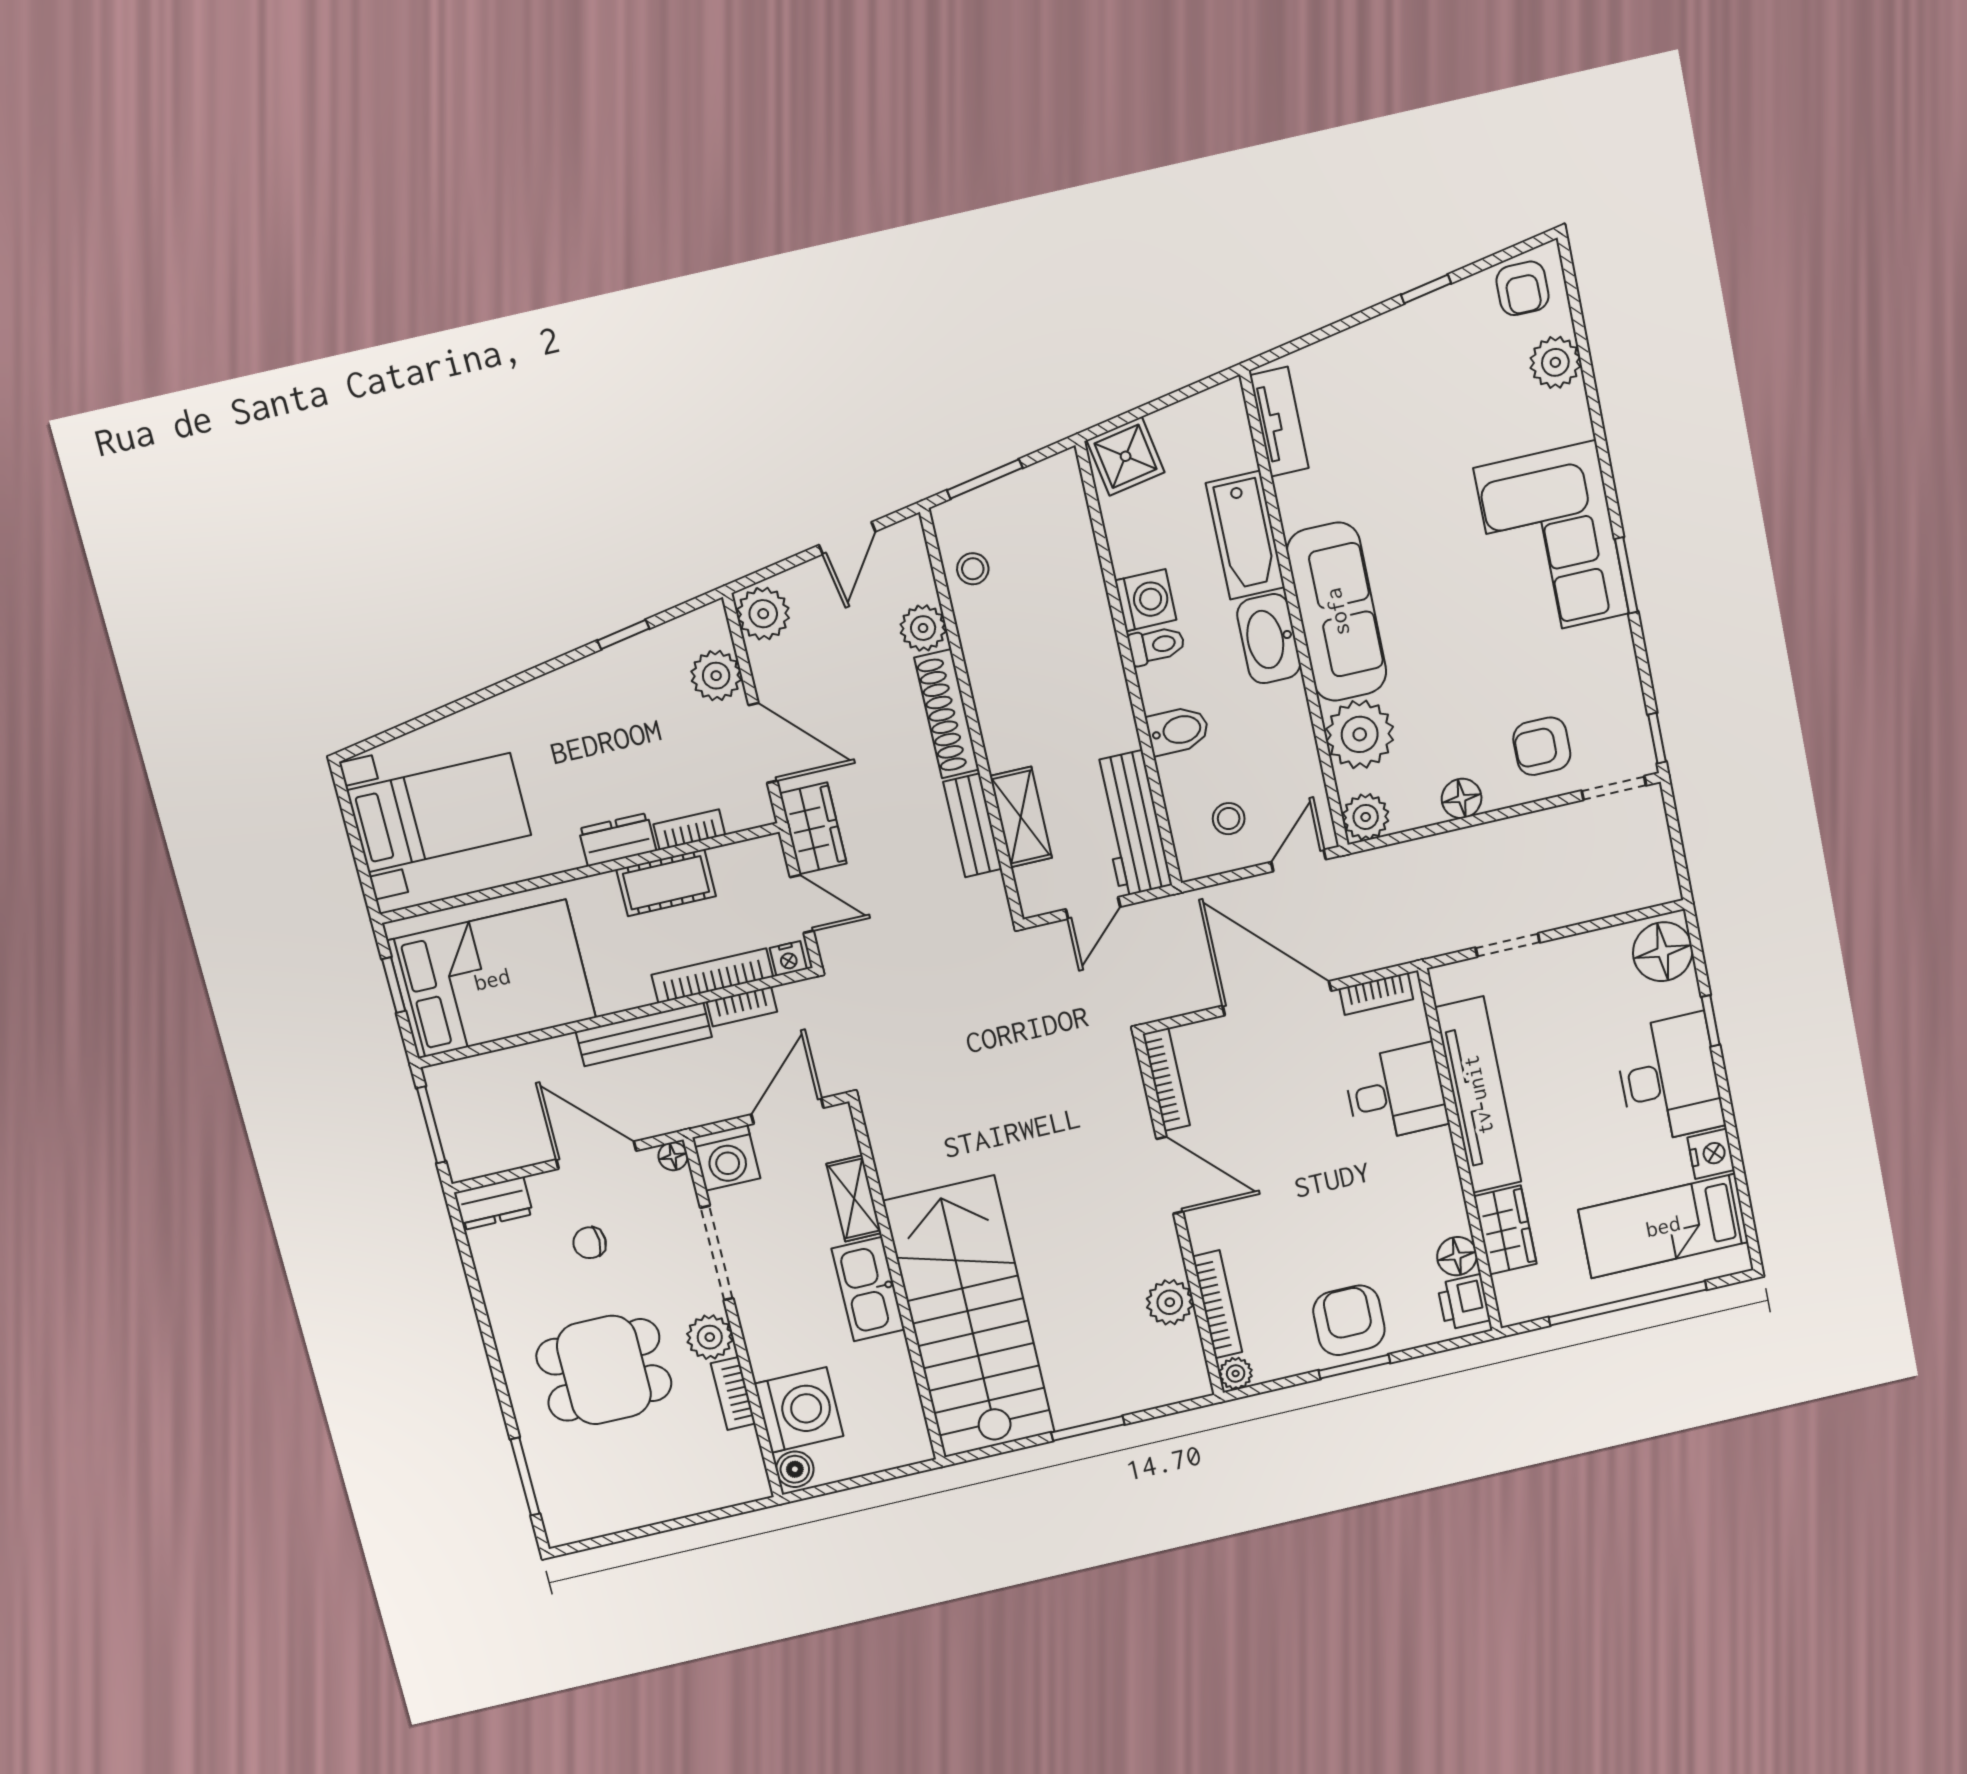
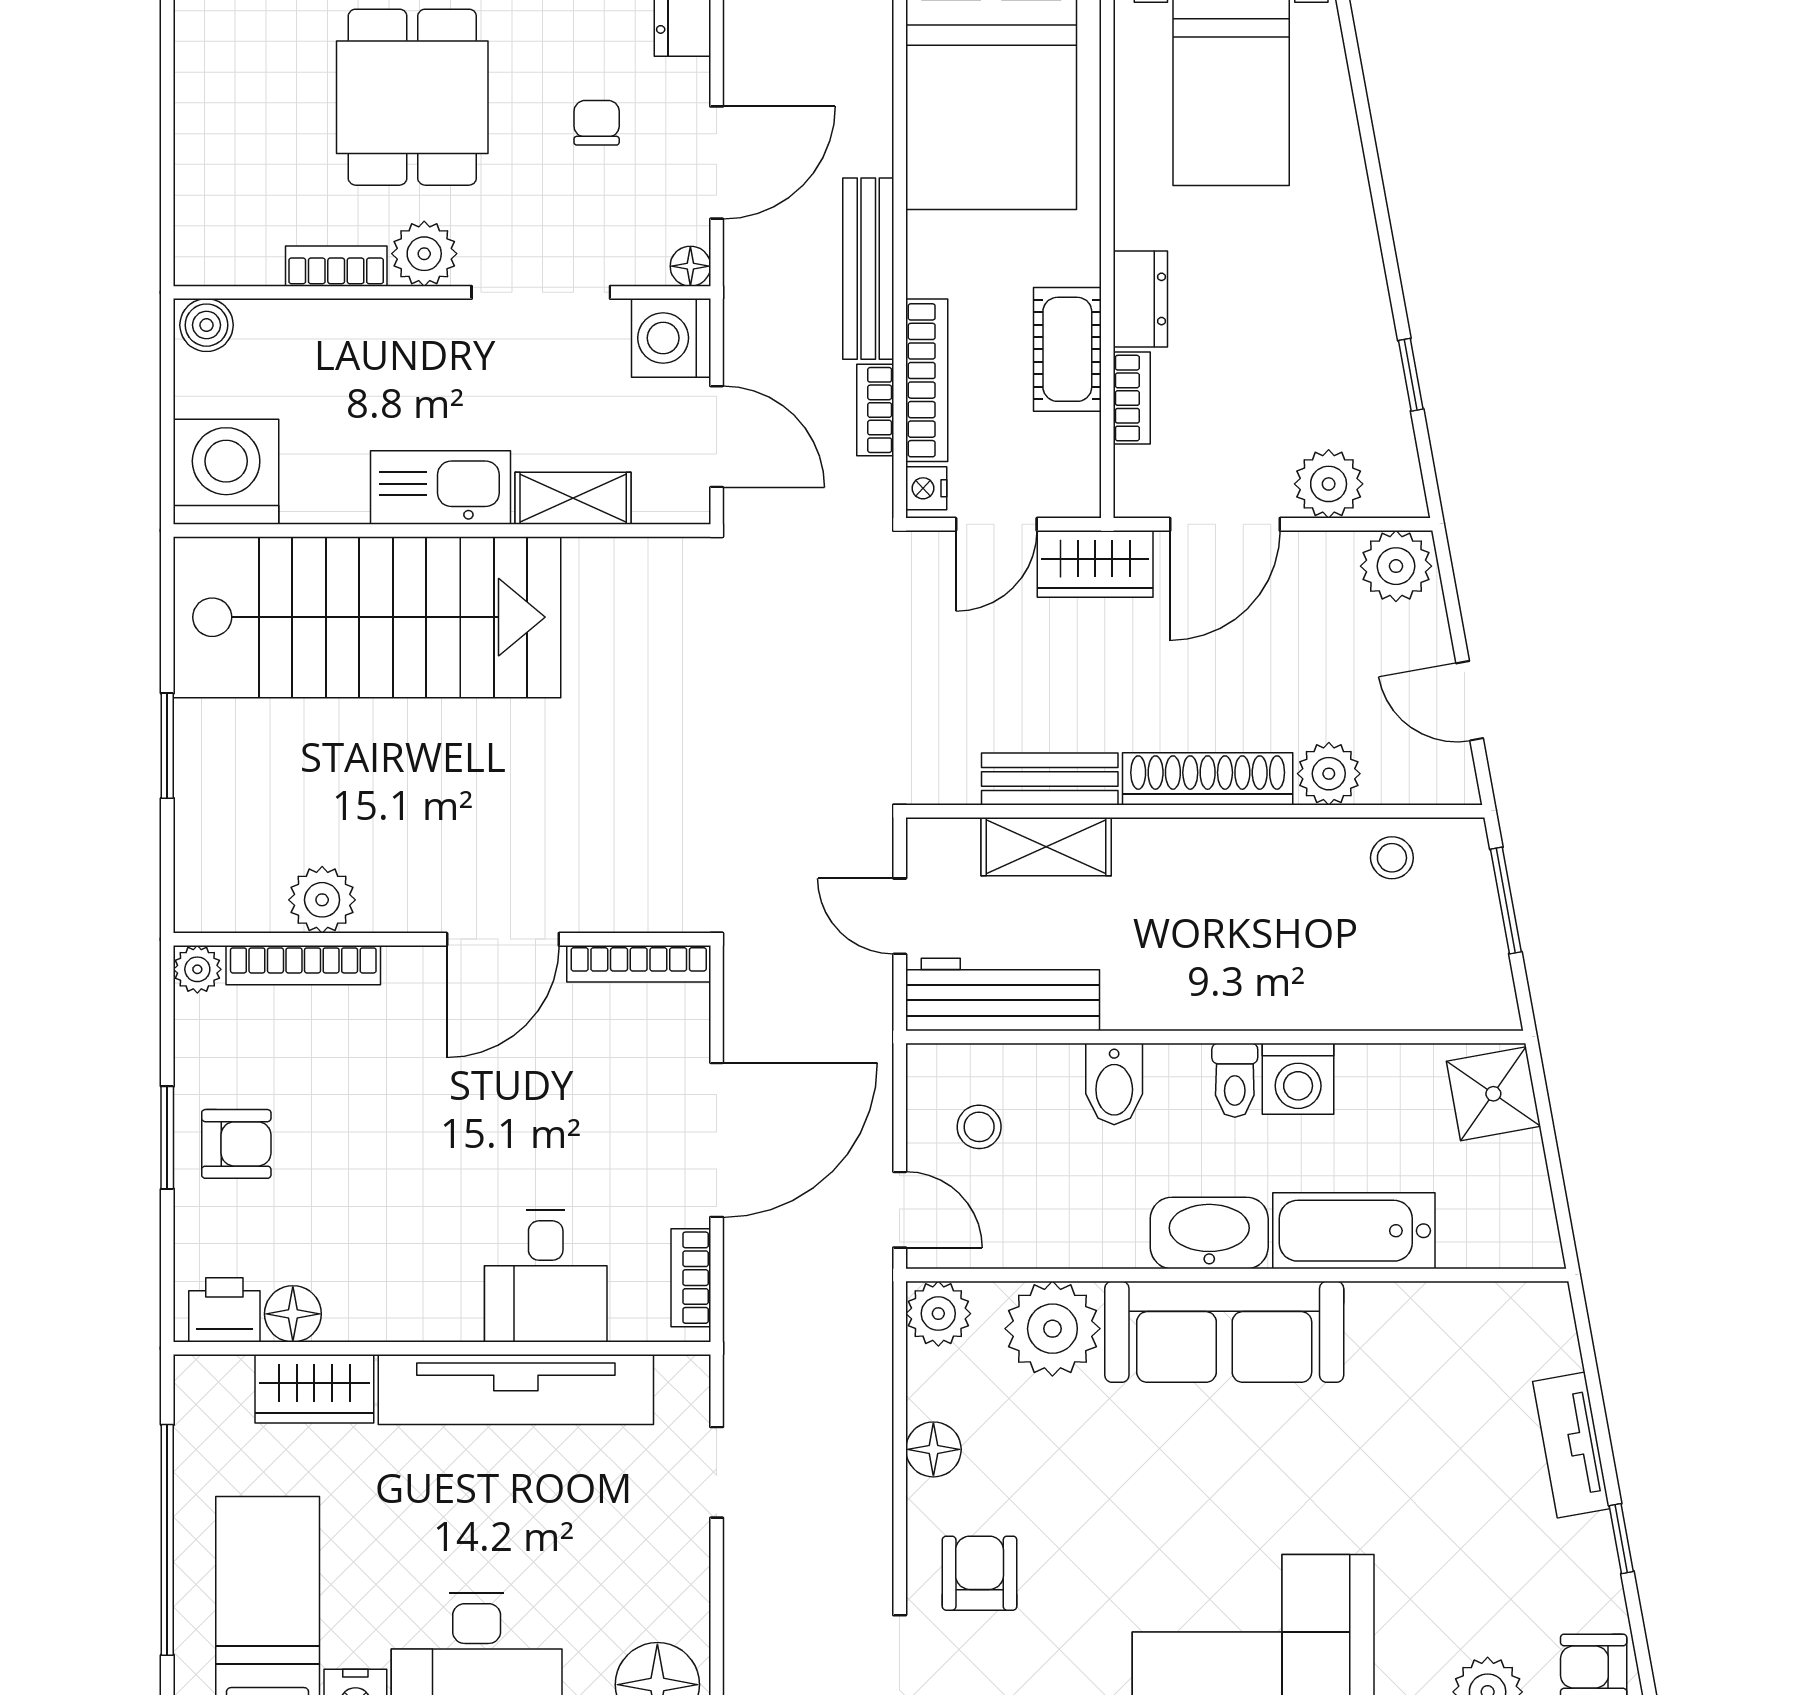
tv unit: (1279, 422) -> (1571, 1445), moved, turned 80
armchair: (1349, 1320) -> (236, 1144), width x0.72, depth x0.72
washing machine: (799, 1410) -> (226, 472), moved, turned 180

